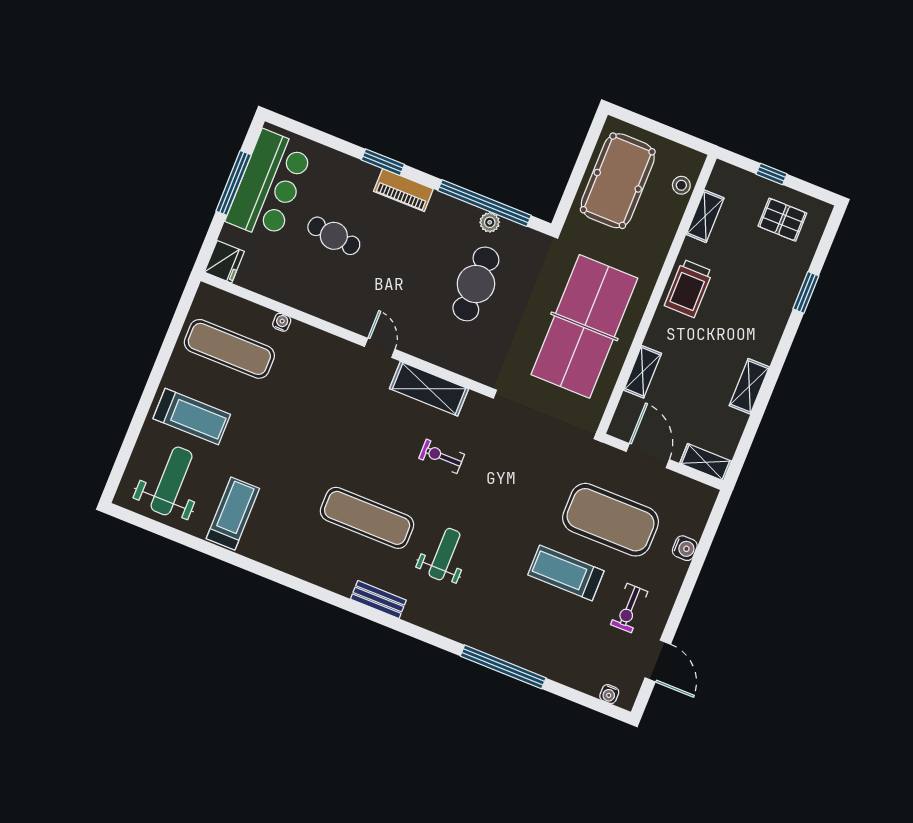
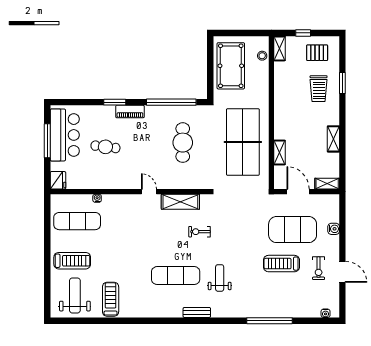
shelving: (705, 216) -> (279, 48), moved
plant: (490, 222) -> (177, 110), removed
trolley: (689, 288) -> (319, 89), moved
door: (658, 661) -> (342, 272), moved

